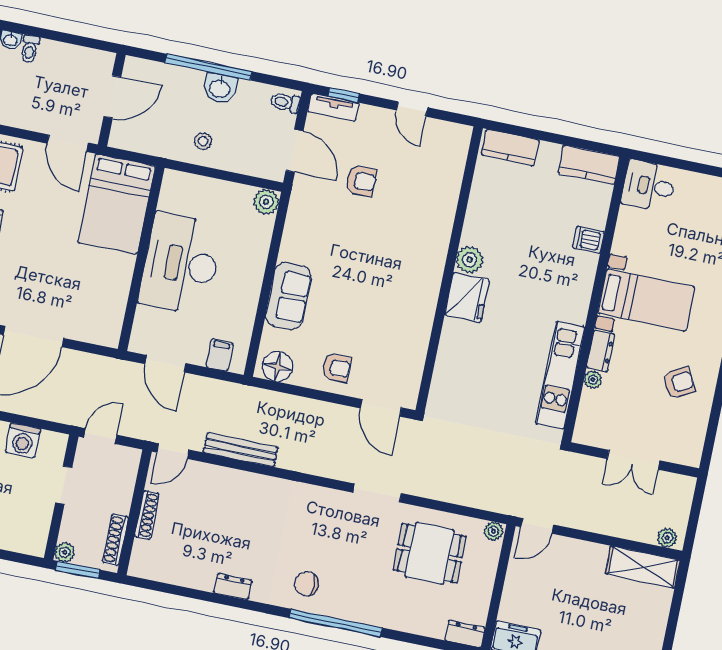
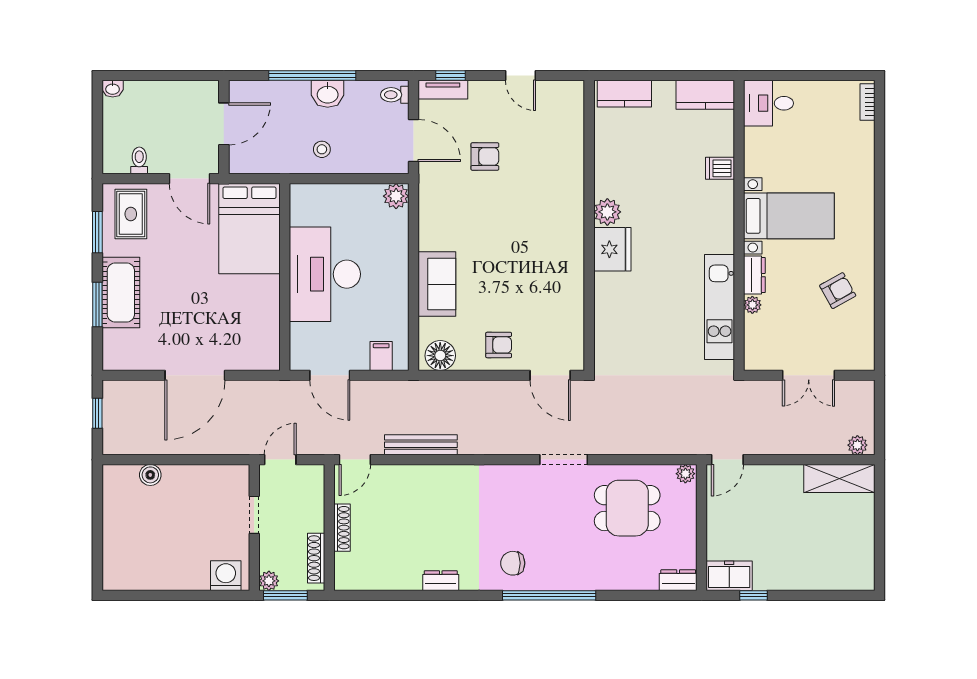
toilet: (30, 49) -> (139, 160), moved, turned 180
washing machine: (23, 440) -> (226, 576), moved, turned 180

